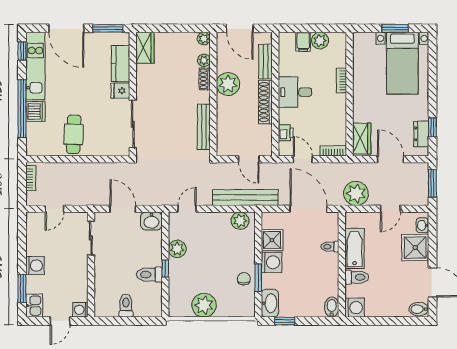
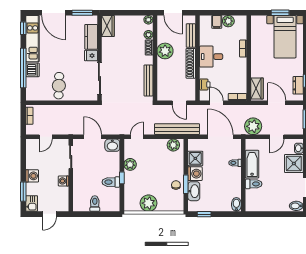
washbasin: (270, 303) -> (194, 191), moved
washing machine: (355, 308) -> (252, 205), removed
washing machine: (80, 310) -> (63, 181), moved

